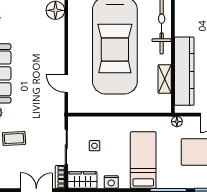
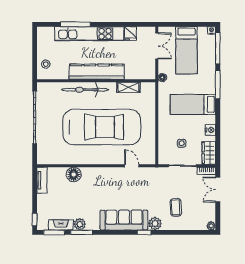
kitchen counter: (184, 71) -> (97, 72), moved
door: (66, 83) -> (132, 166), swing flipped

